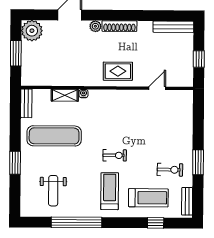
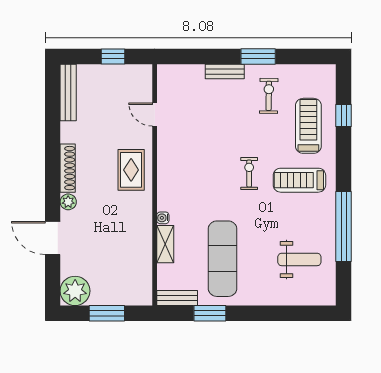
window: (15, 163) -> (210, 313), moved
bench: (187, 201) -> (225, 71), moved

